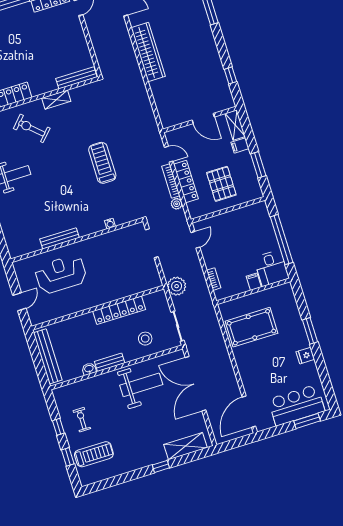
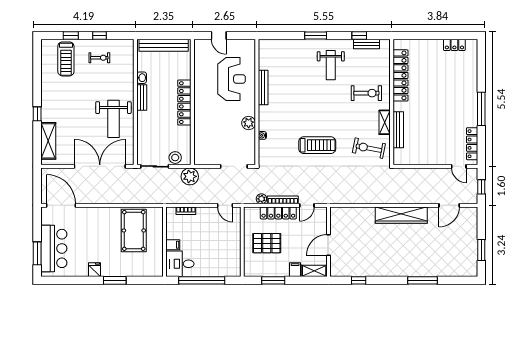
bench: (76, 78) -> (398, 130), moved
exercise bike: (89, 108) -> (369, 148), added
exercise bike: (32, 128) -> (366, 93), turned 47
plant: (101, 242) -> (249, 123), added
locker: (119, 310) -> (184, 103), moved
stool: (145, 339) -> (175, 158), moved

